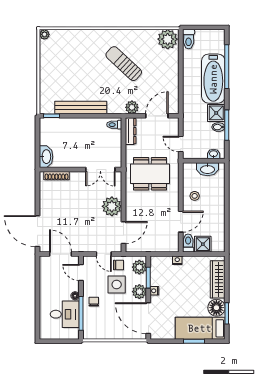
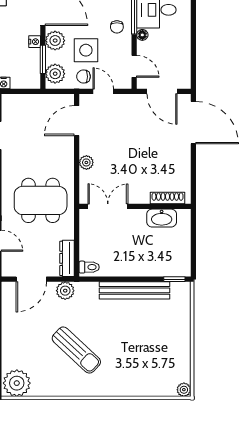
washbasin: (46, 157) -> (162, 218), moved, turned -90
plant: (112, 206) -> (86, 162), width x0.53, depth x0.53

